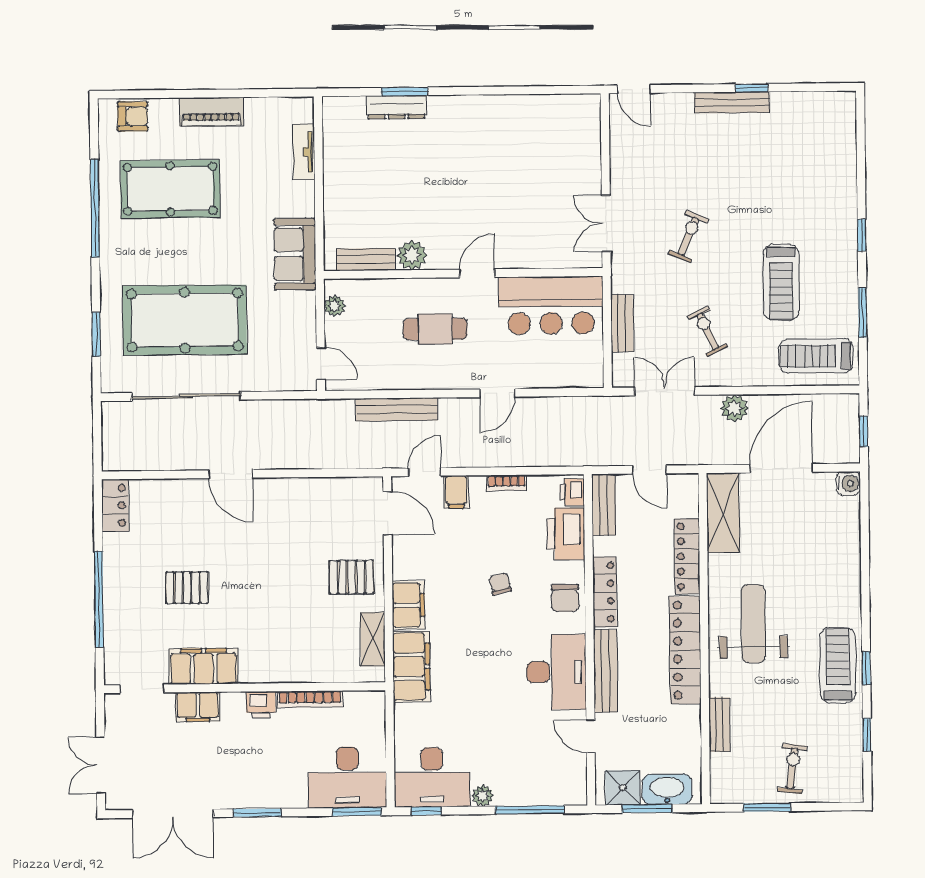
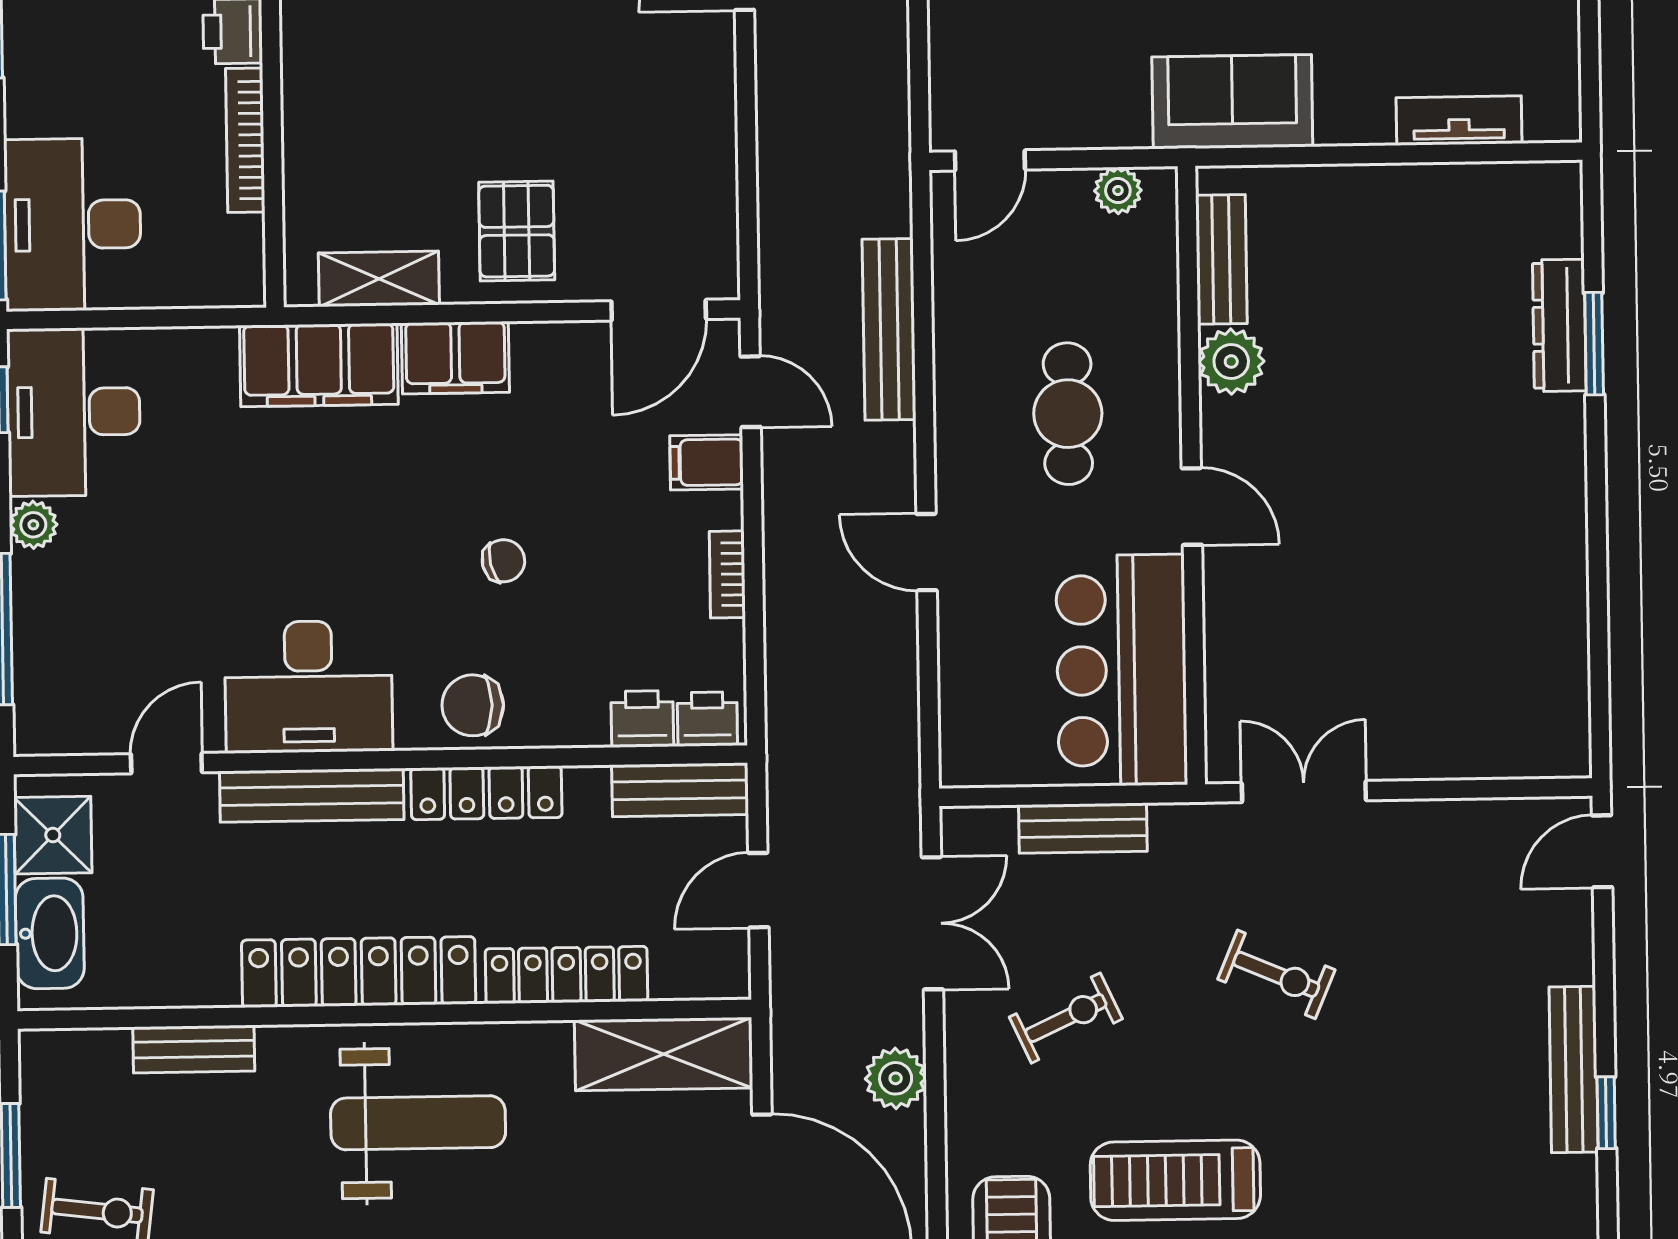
printer: (566, 534) -> (642, 719), width x0.53, depth x0.68

